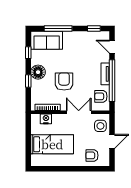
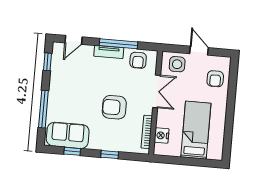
sofa: (47, 40) -> (68, 135), moved, turned -90
floor lamp: (38, 72) -> (99, 141), removed
window: (112, 81) -> (119, 44), width x0.68
double door: (79, 112) -> (157, 91), swing flipped

